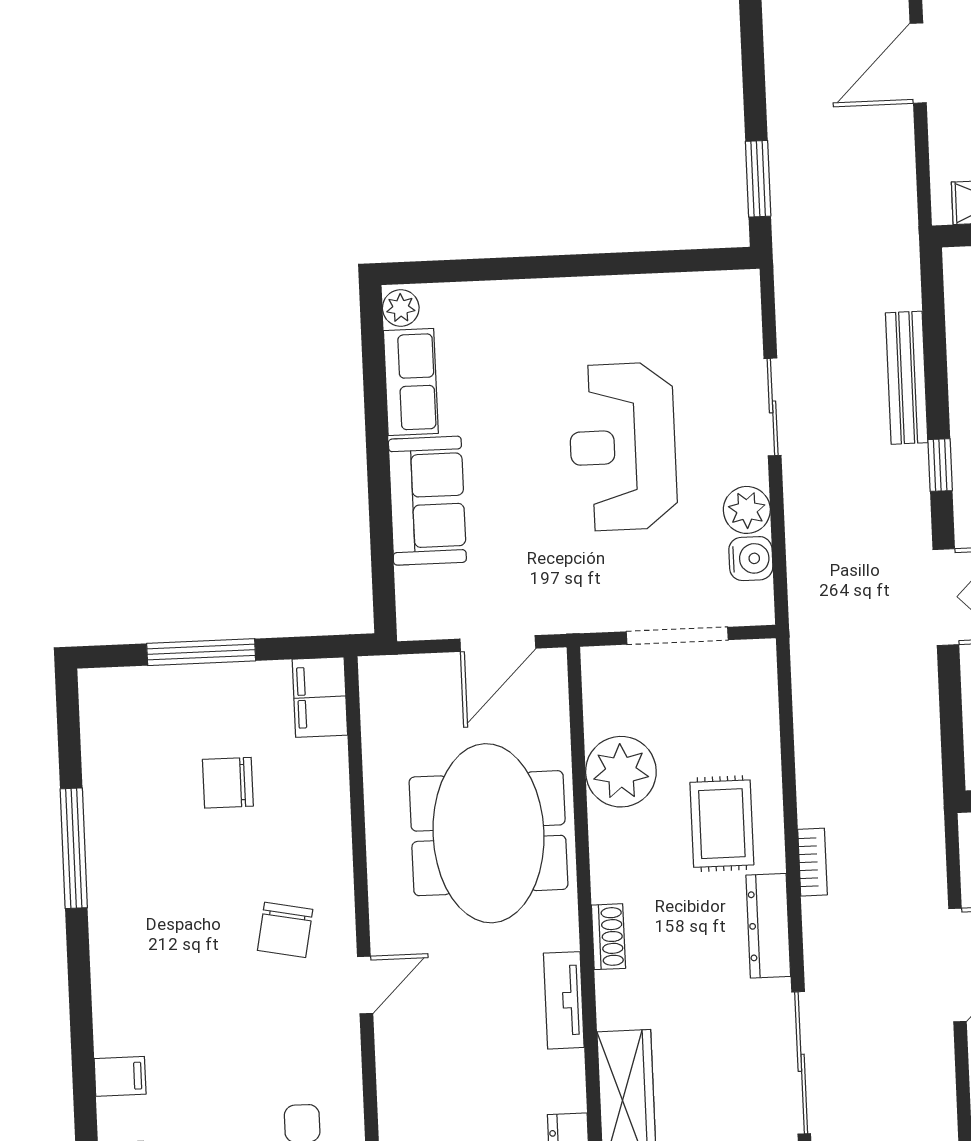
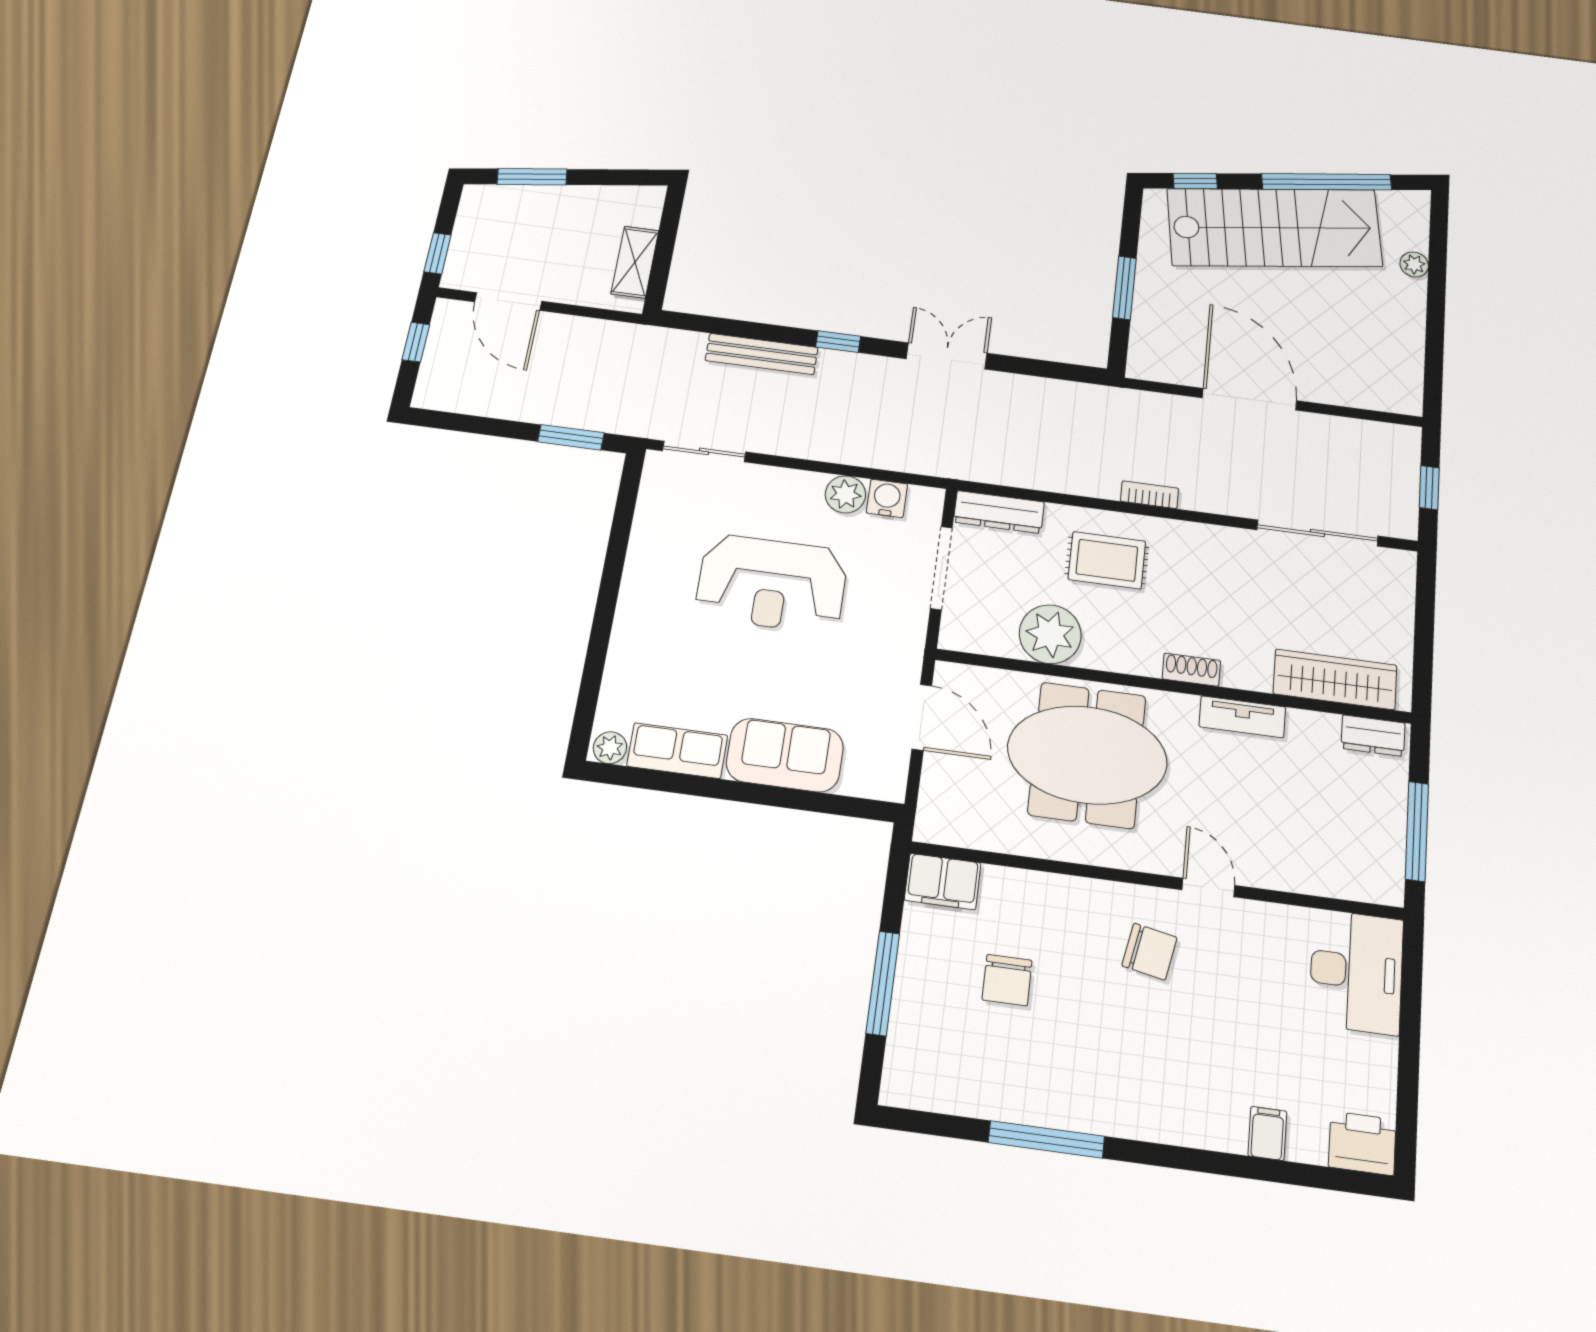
sliding door: (773, 407) -> (704, 451), moved
dresser: (768, 926) -> (999, 512), moved

